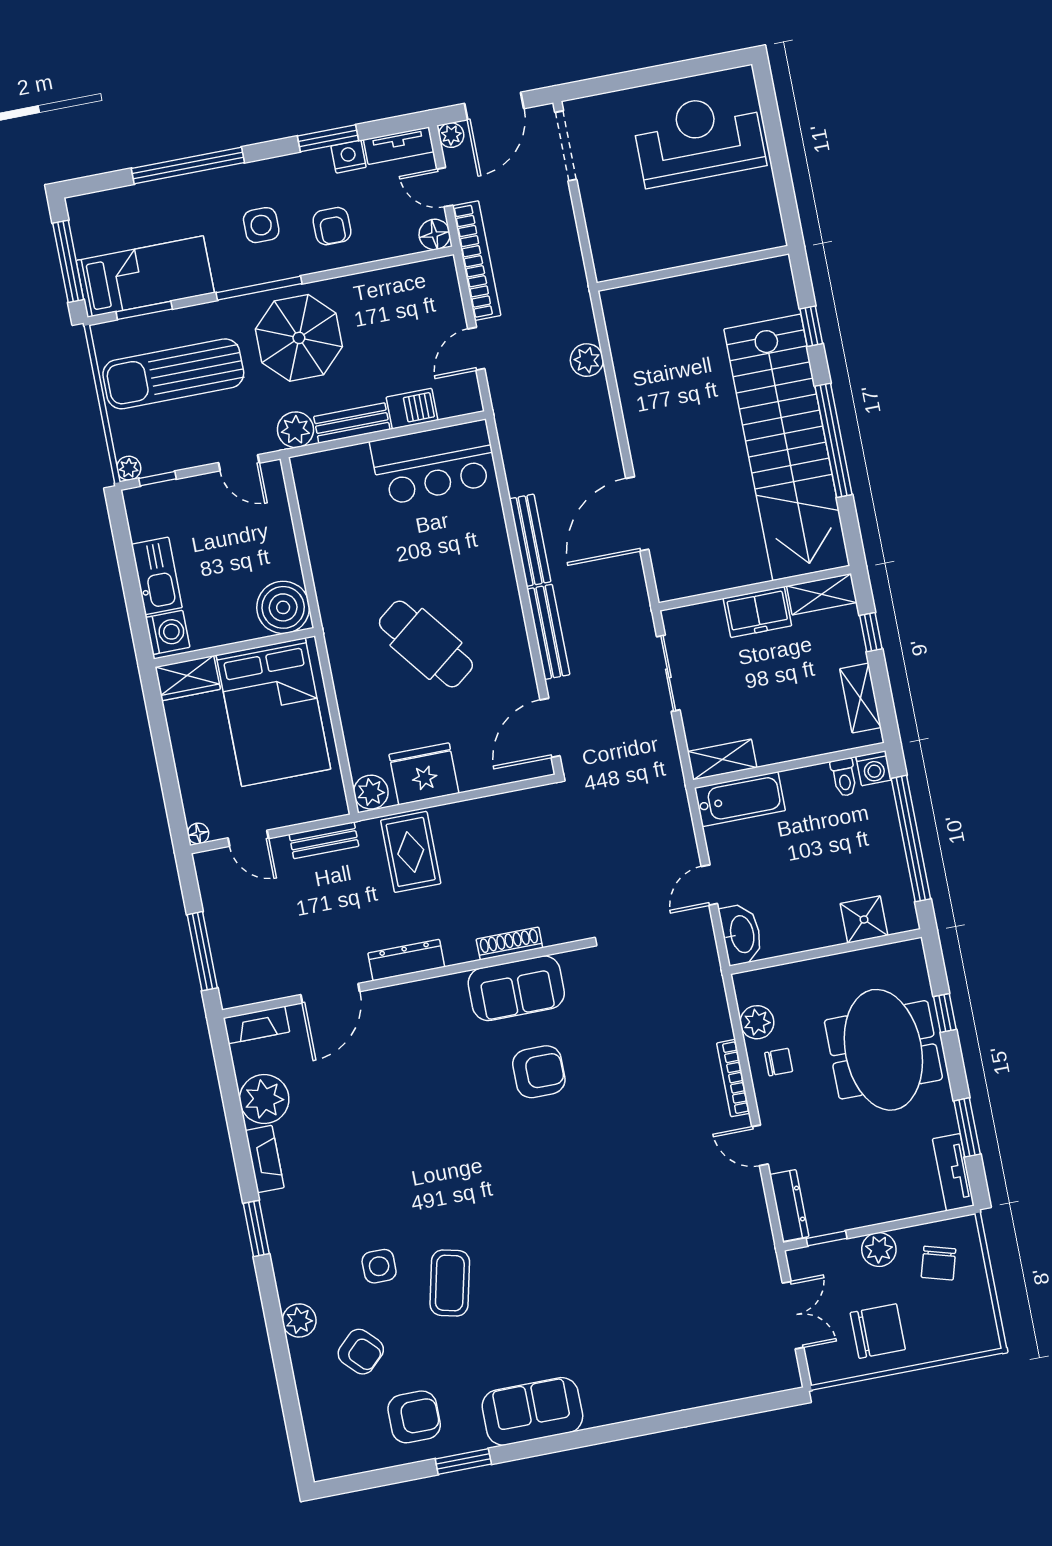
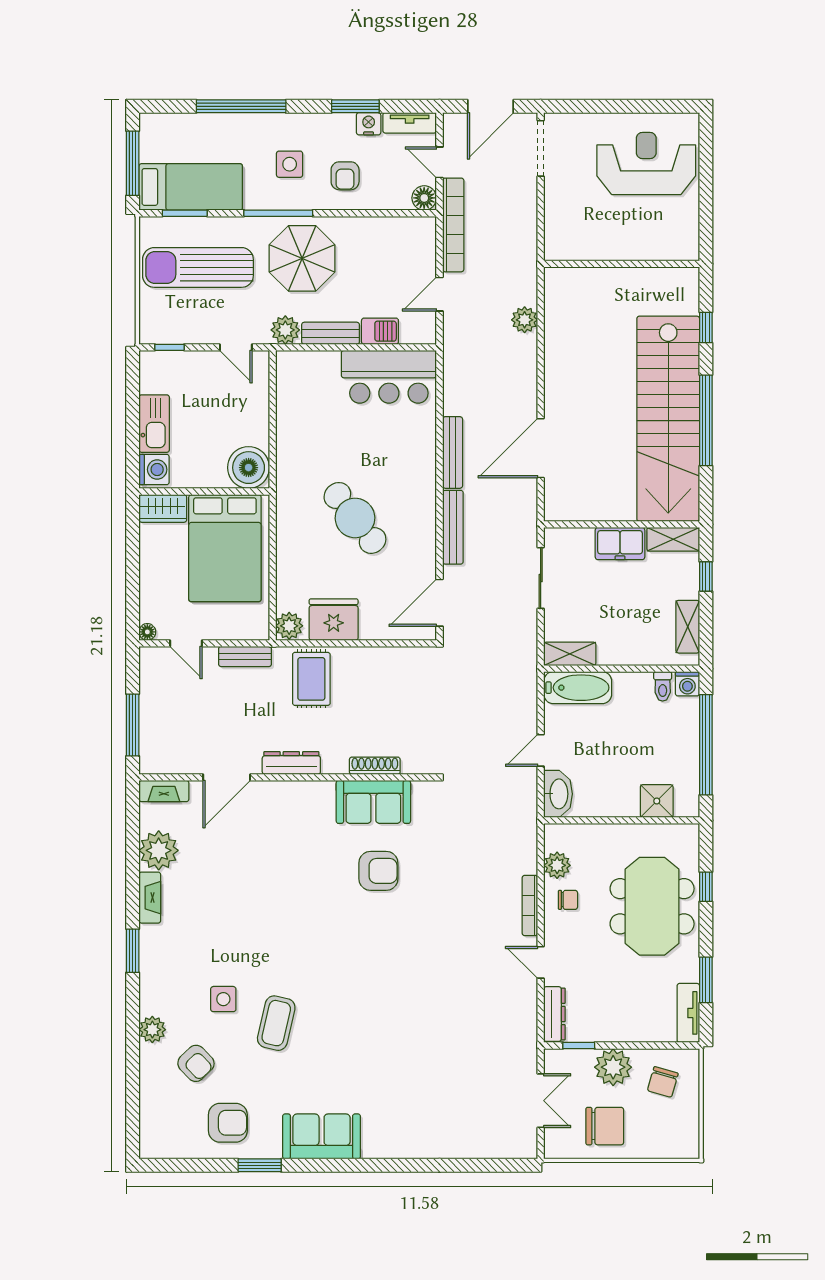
plant: (451, 135) -> (452, 123), removed
plant: (129, 468) -> (149, 335), removed
plant: (879, 1249) -> (613, 1067), width x1.36, depth x1.36

